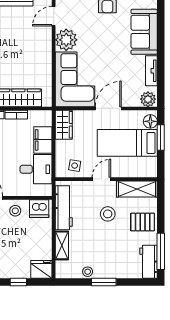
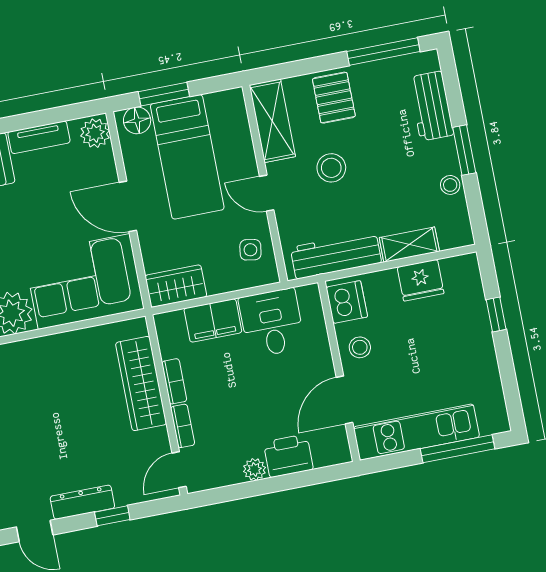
workbench: (149, 262) -> (431, 106), moved, turned 90
fridge: (41, 269) -> (421, 280), moved, turned -90

